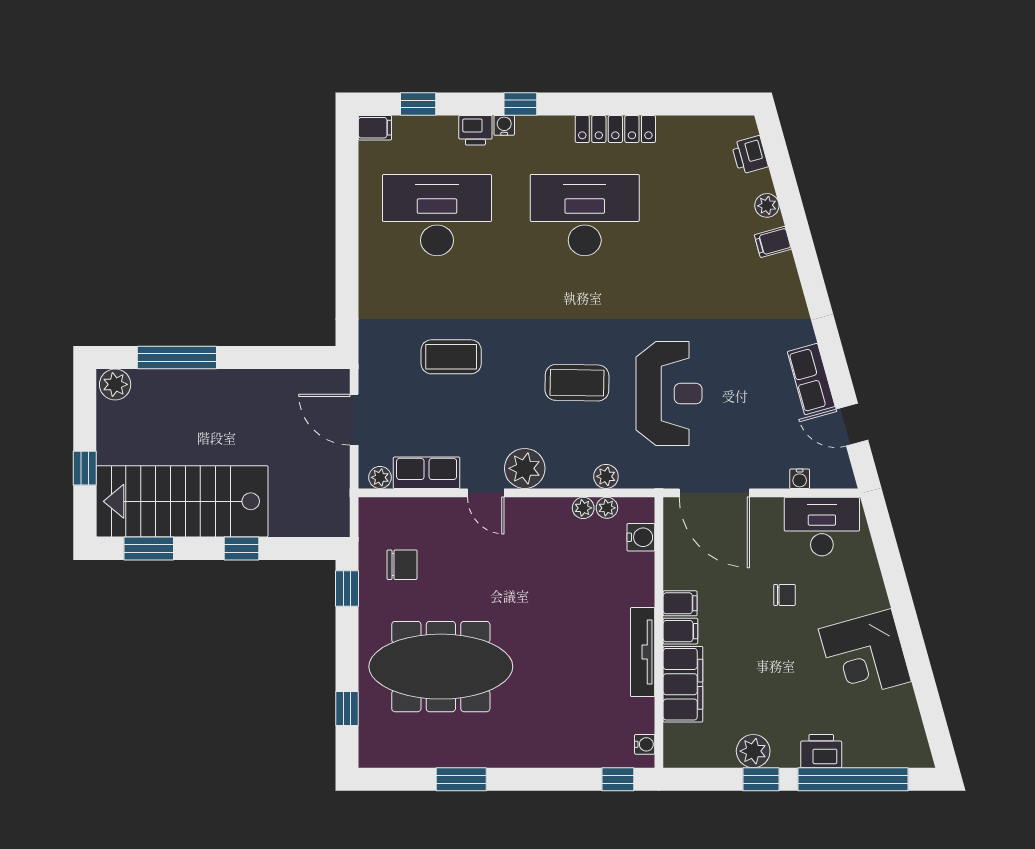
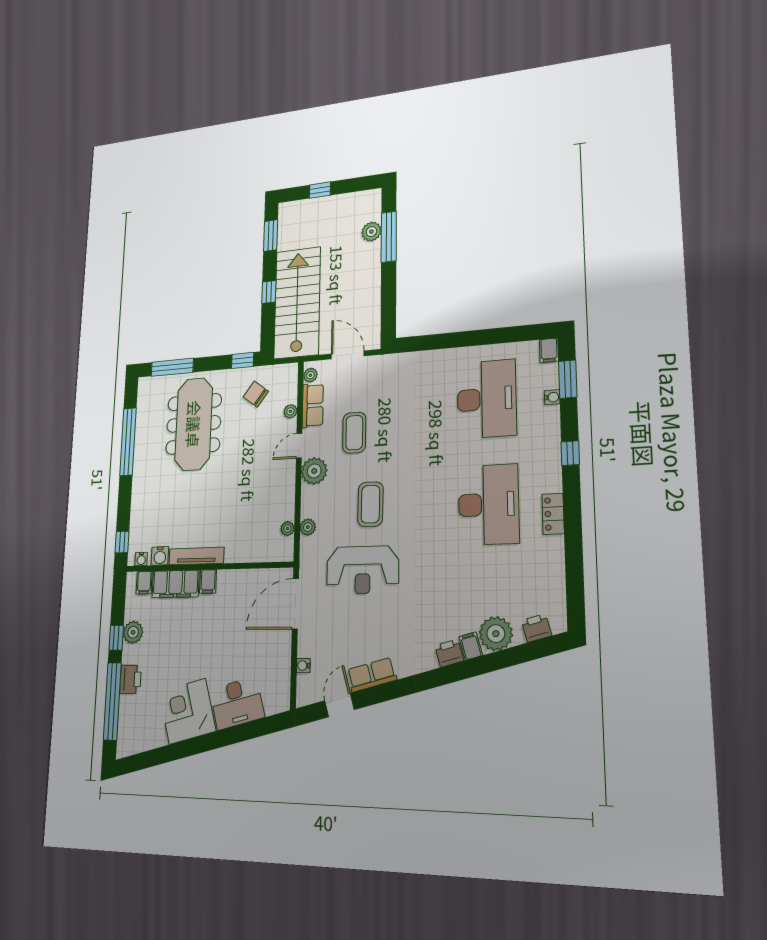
window: (418, 104) -> (568, 379), width x1.50
water cooler: (504, 125) -> (552, 397), moved
locker: (615, 129) -> (553, 514), width x0.66
printer: (475, 130) -> (449, 653), moved, turned 74
plant: (767, 205) -> (496, 634), width x1.88, depth x1.88
coffee table: (451, 357) -> (354, 433), moved
plant: (115, 384) -> (371, 232), moved
door: (354, 420) -> (348, 355), hinge flipped
stairs: (182, 501) -> (297, 303), moved
plant: (583, 508) -> (290, 411), moved
desk: (822, 527) -> (237, 703), moved, turned 74
water cooler: (641, 537) -> (160, 556), moved
chair: (402, 565) -> (256, 394), turned 127
chair: (785, 595) -> (228, 654), removed
filing cabinet: (680, 603) -> (144, 583), moved
window: (347, 708) -> (172, 367), width x2.17
window: (461, 779) -> (128, 442), width x2.11

